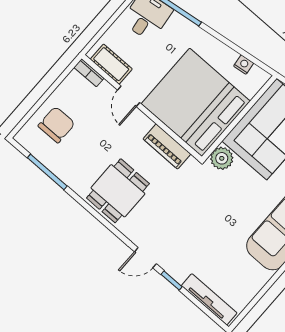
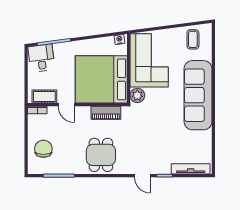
nightstand: (244, 65) -> (119, 40), moved
door: (145, 258) -> (142, 176), hinge flipped

